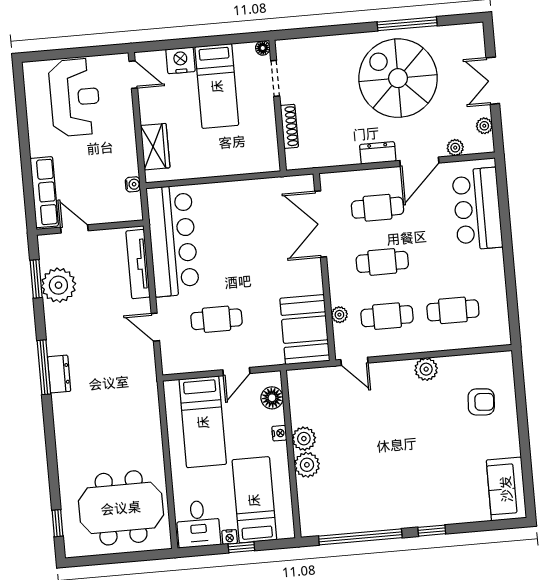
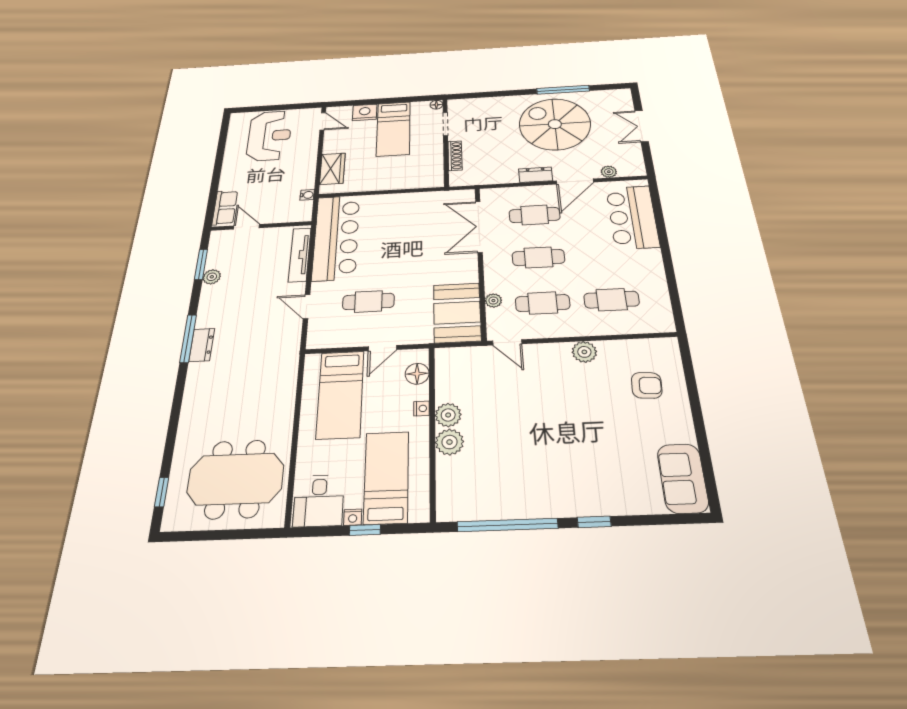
plant: (484, 126) -> (636, 157), removed
row of seats: (44, 192) -> (225, 208), width x0.68
plant: (58, 285) -> (212, 277), width x0.53, depth x0.53

